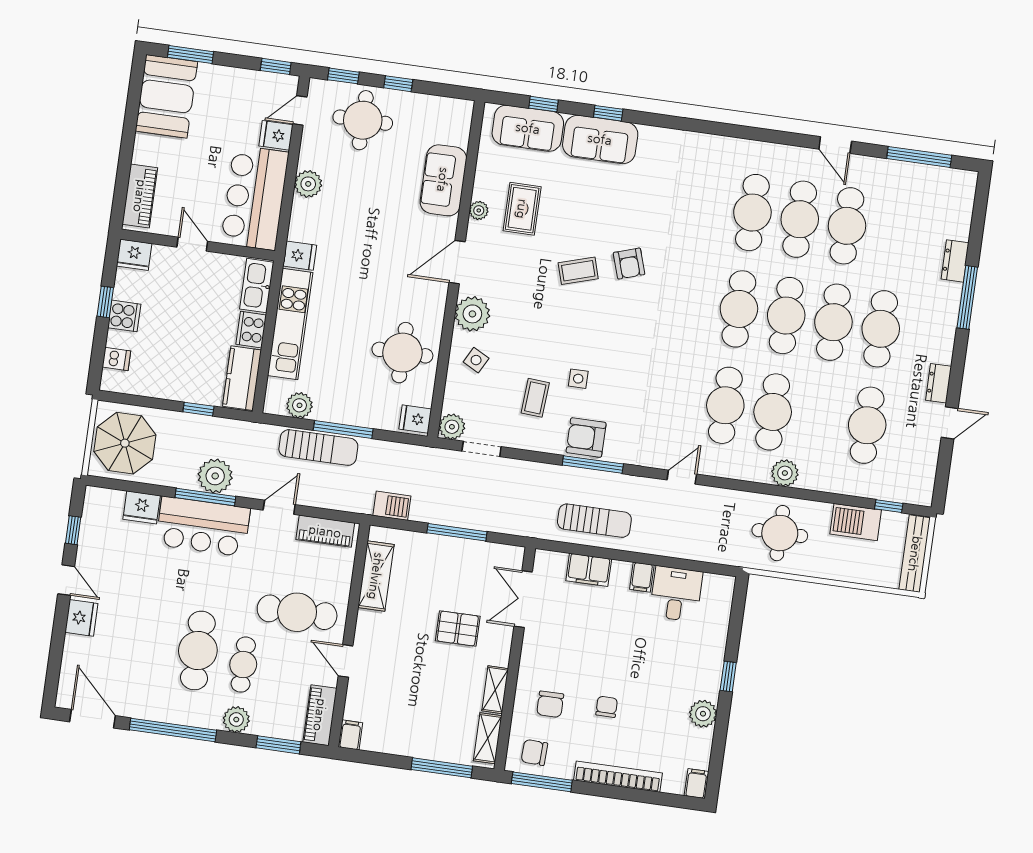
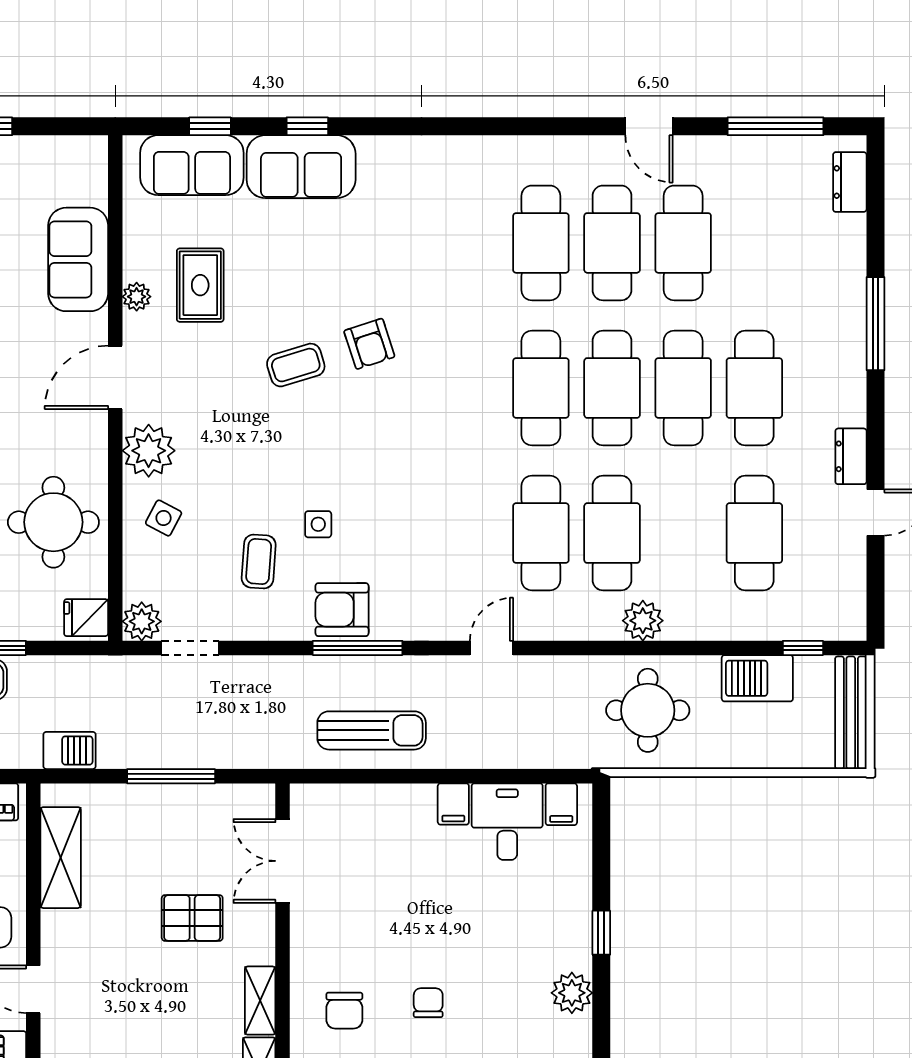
dresser: (955, 261) -> (850, 182), moved
filing cabinet: (589, 570) -> (561, 804), moved, width x0.50

